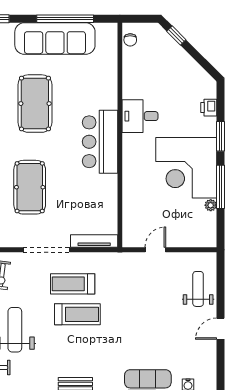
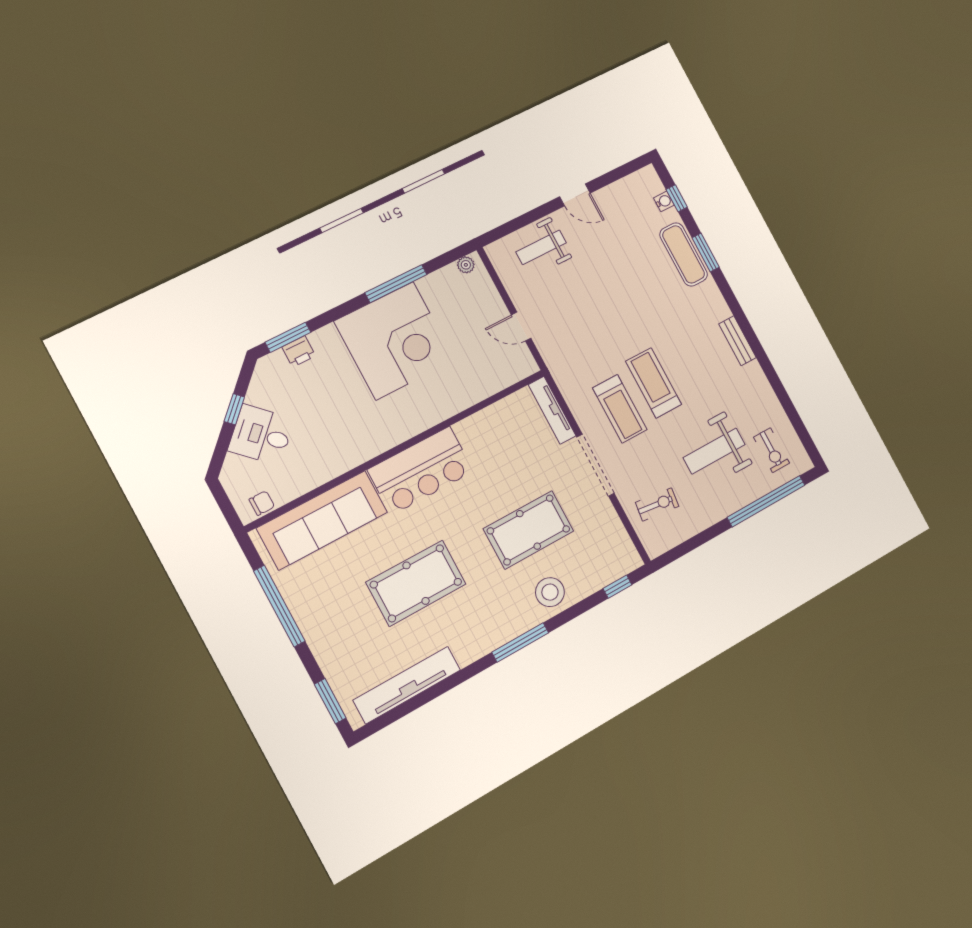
window: (176, 35) -> (234, 409), moved
sofa: (55, 39) -> (322, 520), moved, turned 90
desk: (140, 116) -> (261, 435), moved, turned 135
window: (220, 136) -> (288, 337), moved
plant: (211, 205) -> (466, 265), moved

